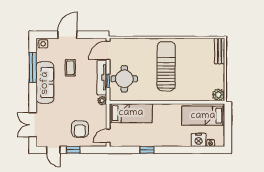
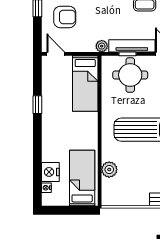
plant: (218, 95) -> (109, 170), moved
armchair: (80, 129) -> (65, 17), turned 180

